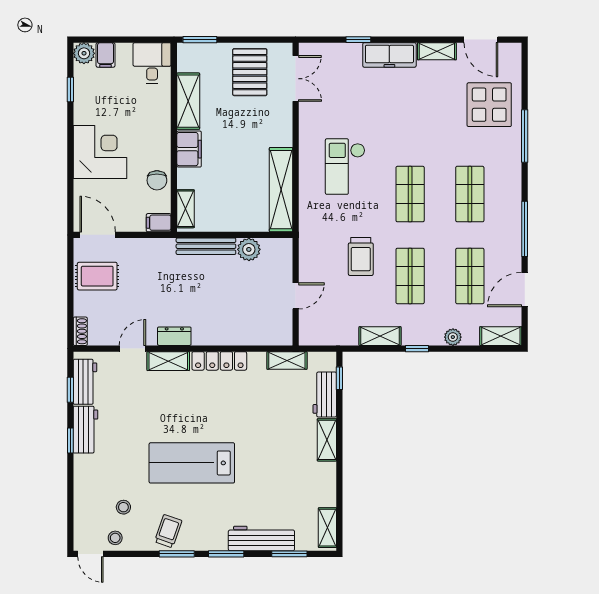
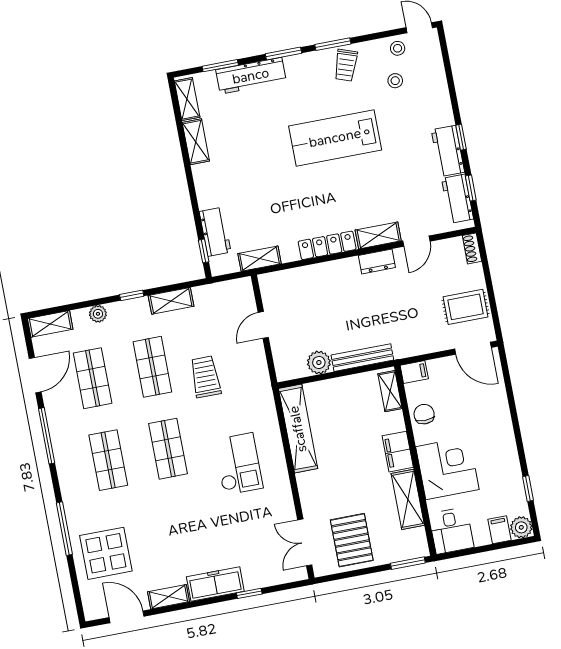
corner desk: (100, 152) -> (447, 468), moved, turned 180
shelving: (327, 440) -> (196, 142), moved
lab bench: (192, 463) -> (335, 138), turned 180

